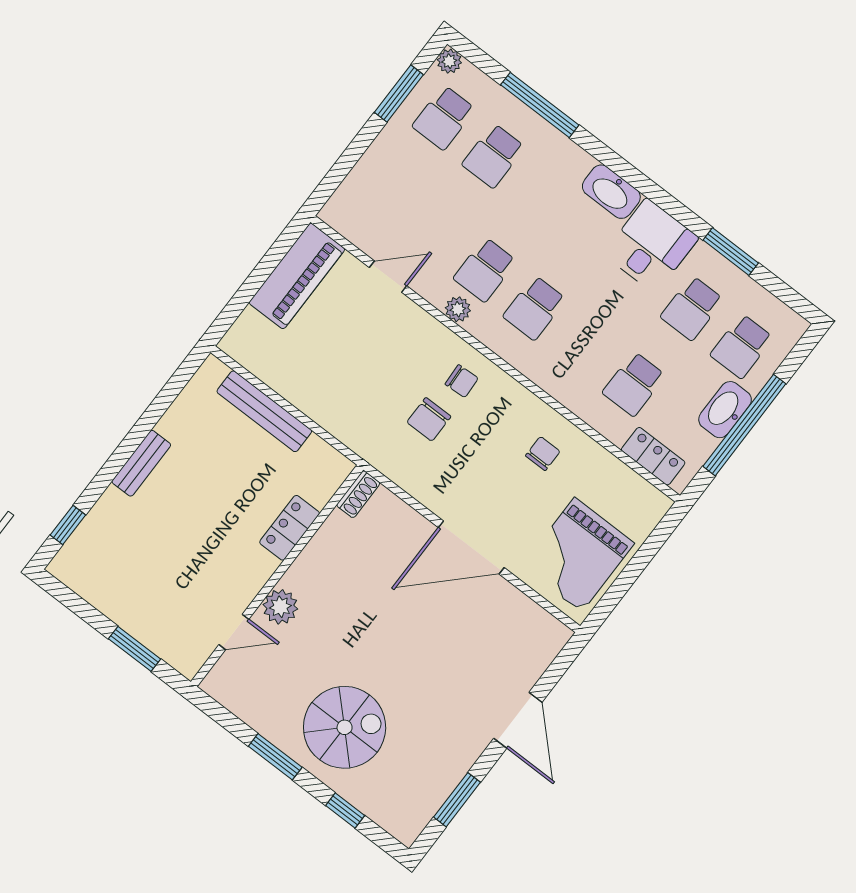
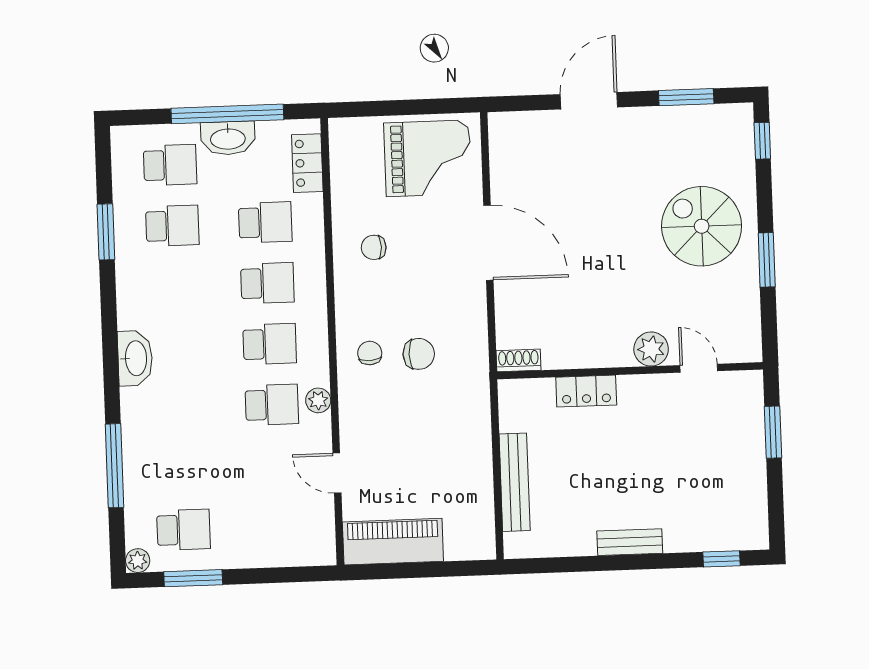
school desk: (493, 156) -> (267, 283), moved
desk: (651, 246) -> (151, 295), removed
window: (345, 810) -> (762, 141), moved

